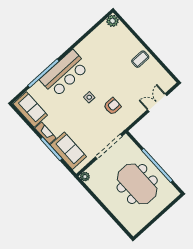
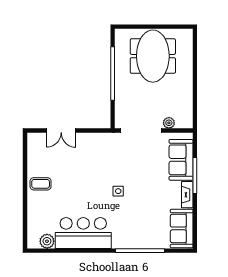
plant: (113, 21) -> (47, 241), moved
bar counter: (64, 74) -> (83, 233), moved
armchair: (112, 106) -> (105, 164), removed
plant: (85, 177) -> (169, 123), moved
meeting table: (137, 184) -> (153, 56), moved

